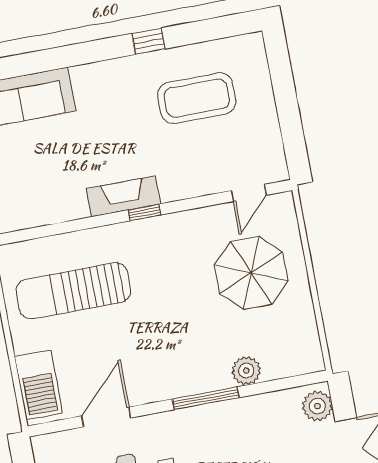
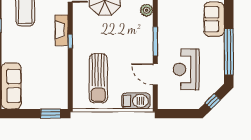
fireplace: (123, 196) -> (62, 30), moved
window: (206, 398) -> (155, 41), moved

